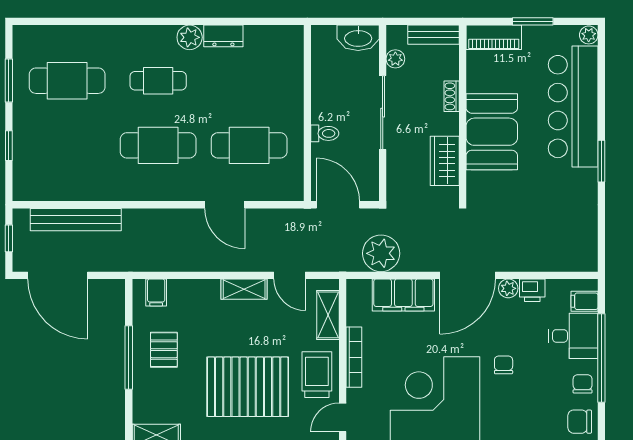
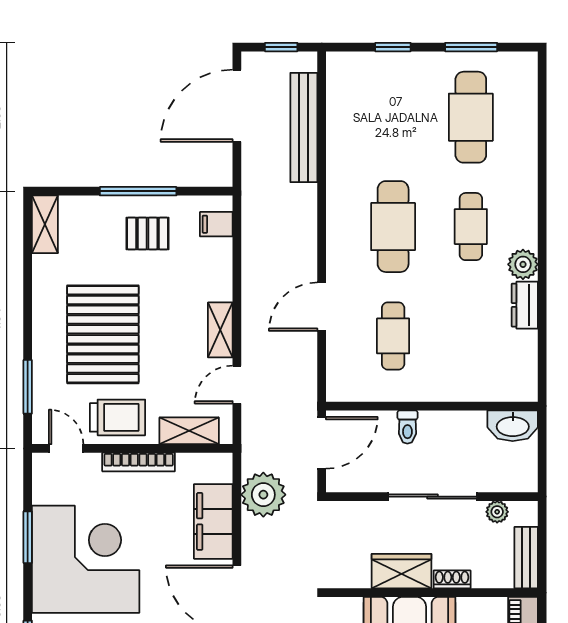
washbasin: (358, 38) -> (513, 426), moved, turned -90
cafe table: (249, 145) -> (393, 336), width x0.73, depth x0.74
wardrobe: (445, 161) -> (401, 571), moved

